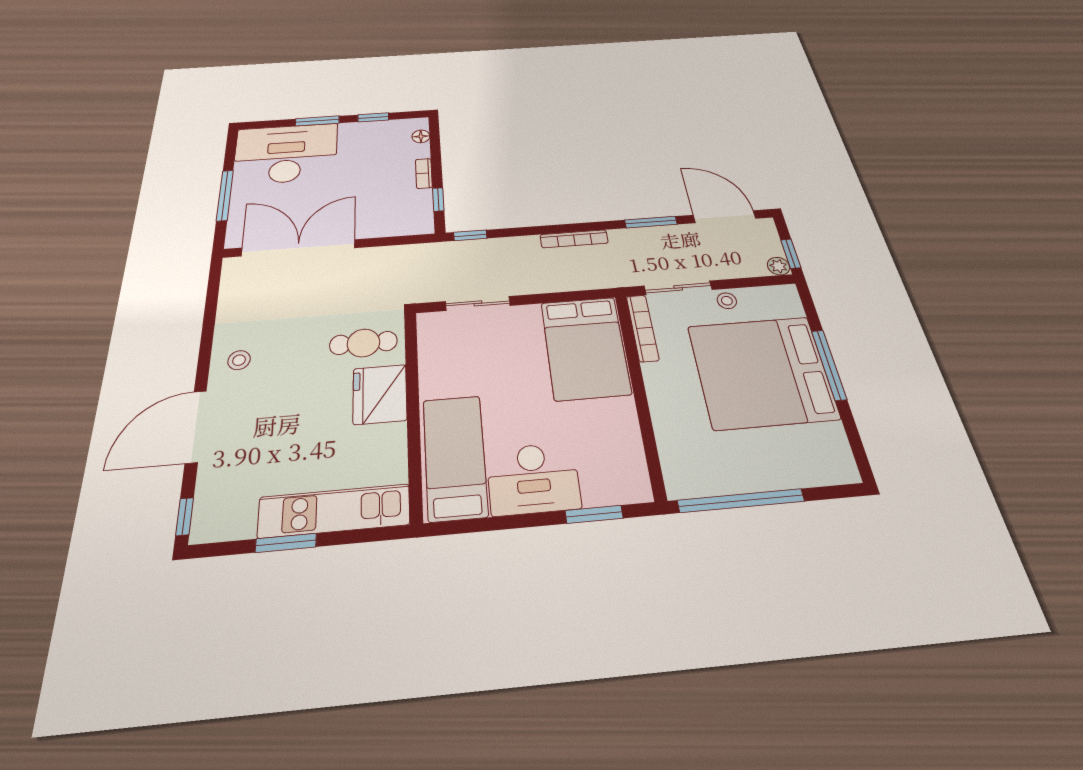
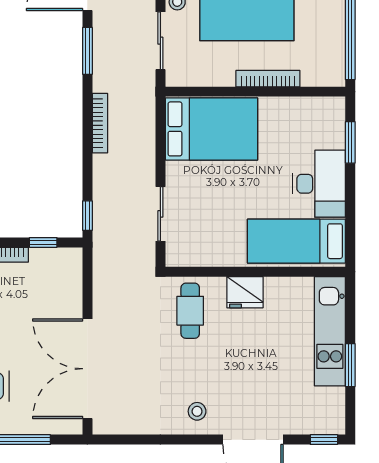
bookcase: (642, 328) -> (268, 79), moved
fridge: (380, 394) -> (245, 292), width x0.73, depth x0.75

